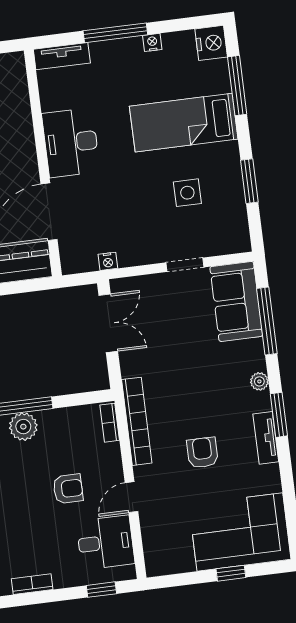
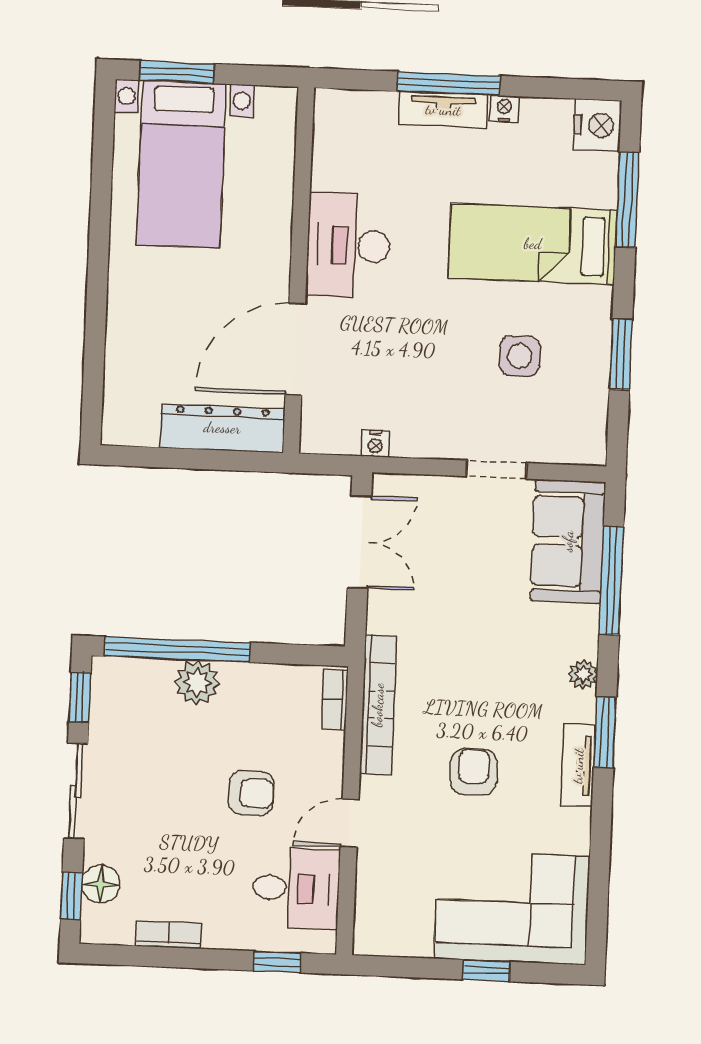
tv unit: (62, 56) -> (443, 110), moved

